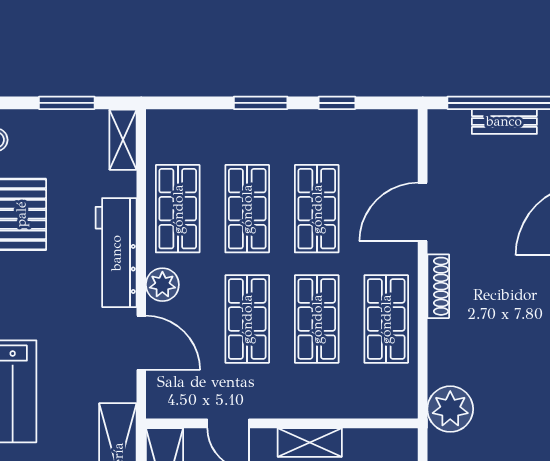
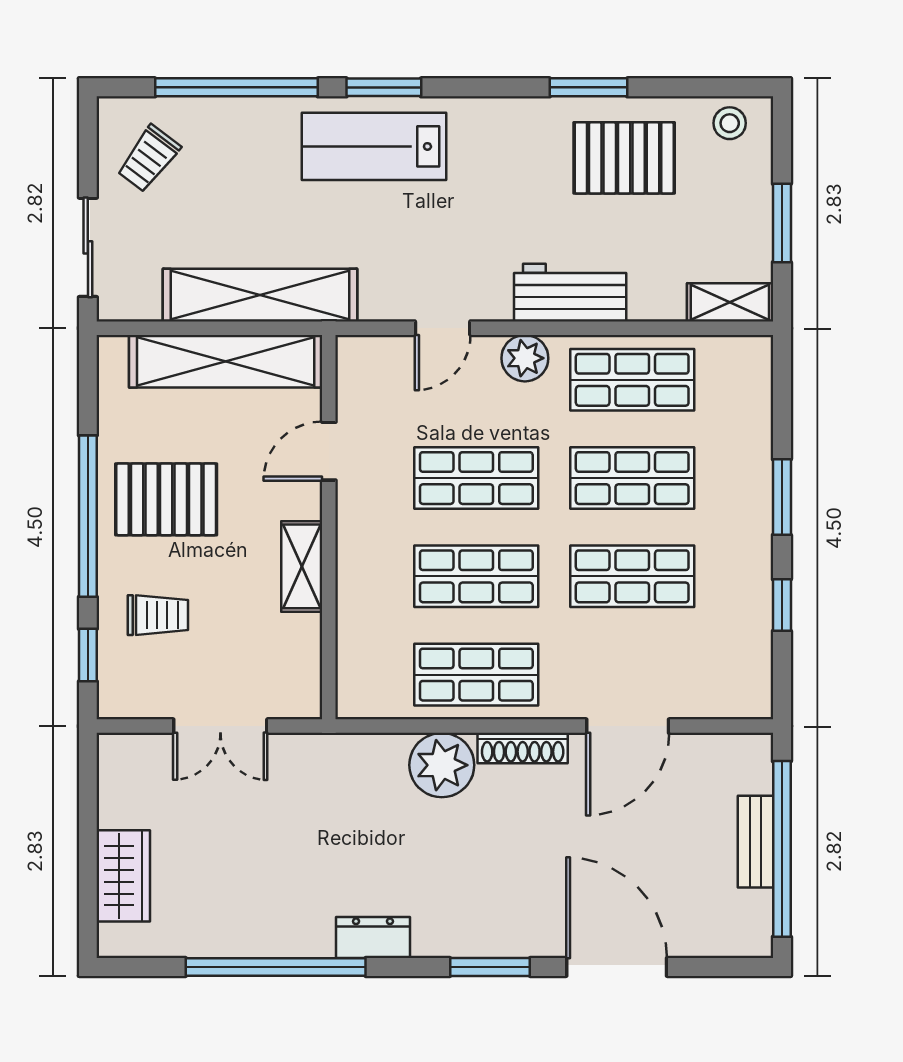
door: (423, 212) -> (628, 726), swing flipped
workbench: (116, 253) -> (570, 293), width x0.73
door: (141, 343) -> (443, 328), width x0.73
plant: (450, 409) -> (442, 765), moved

